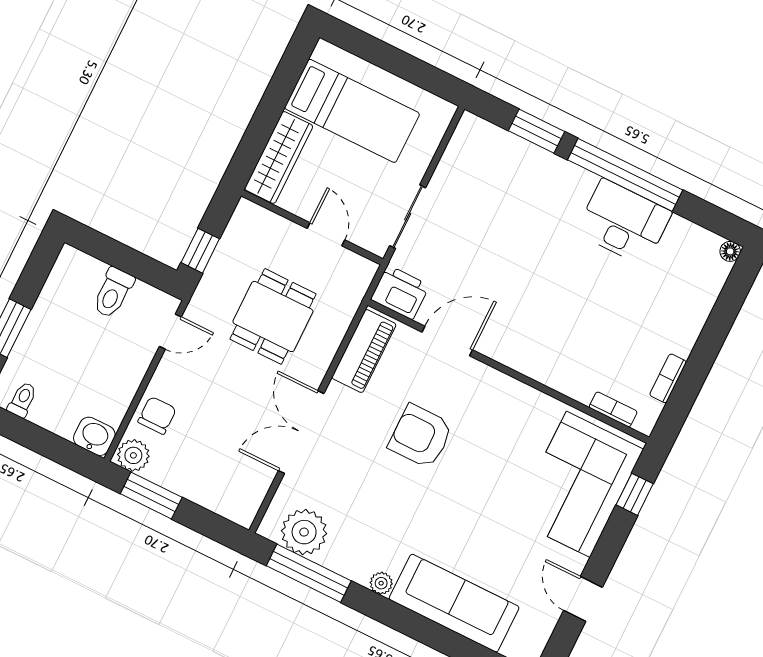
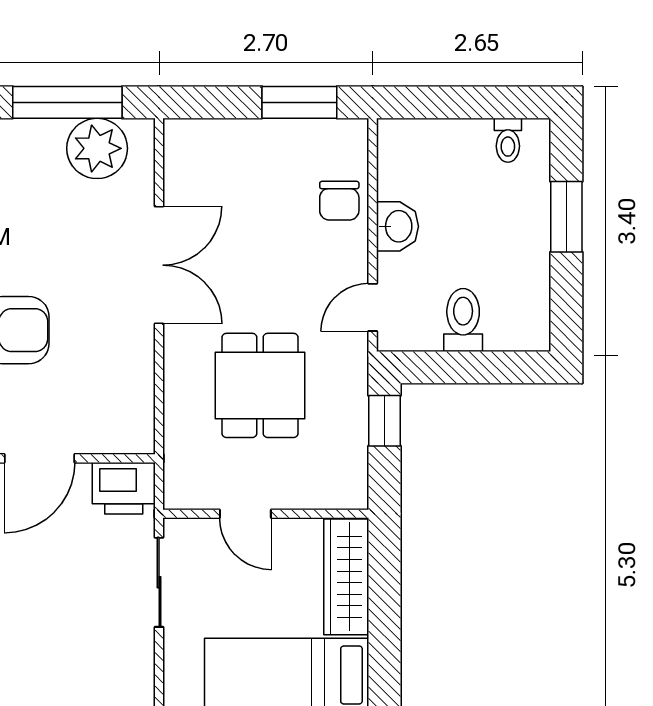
piano: (364, 351) -> (132, 398), removed
washbasin: (94, 436) -> (397, 226), moved, turned -90
plant: (133, 455) -> (344, 139), removed

